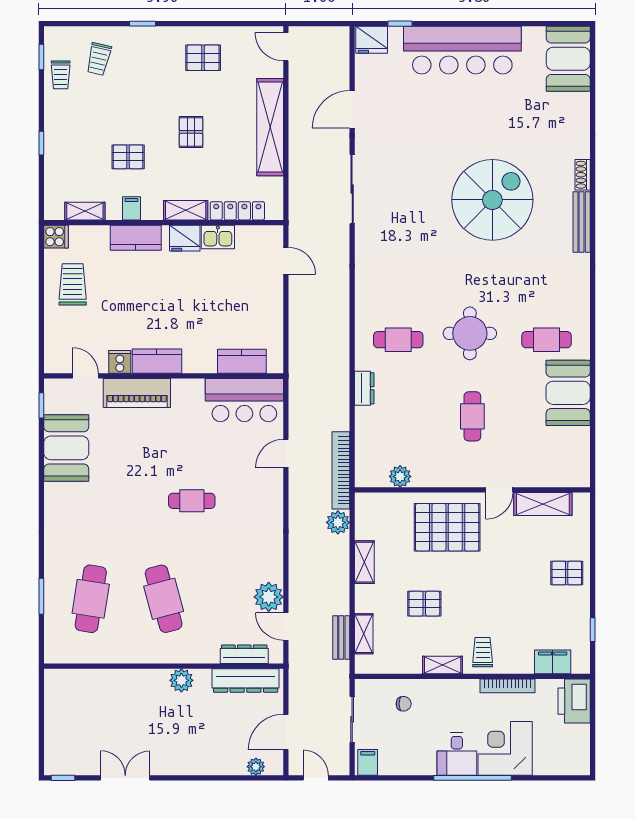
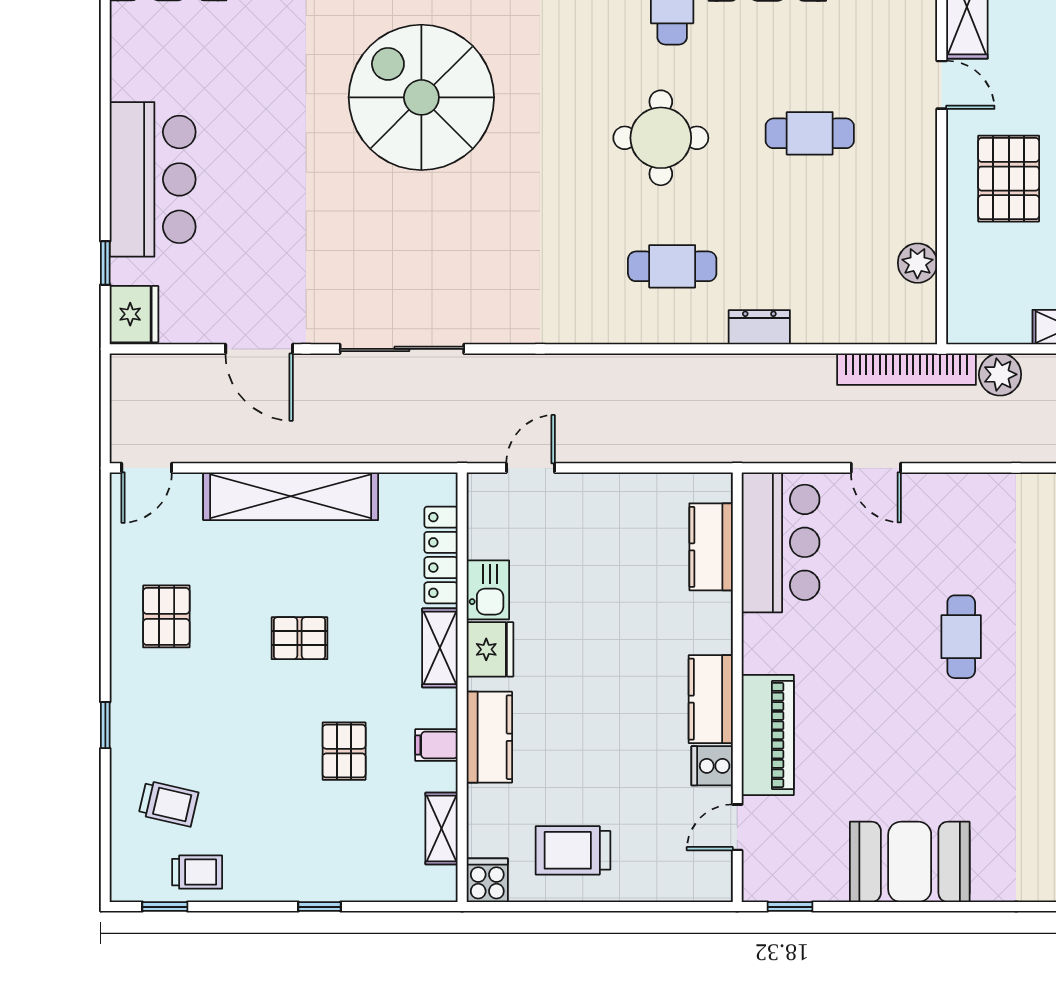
bar counter: (462, 50) -> (153, 179), width x0.73
cafe table: (398, 340) -> (672, 266), turned 90
booth: (66, 448) -> (910, 862), moved
pallet: (447, 527) -> (1009, 179), width x0.73, depth x0.71

